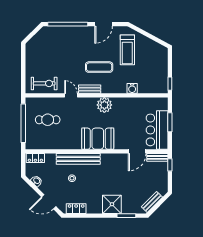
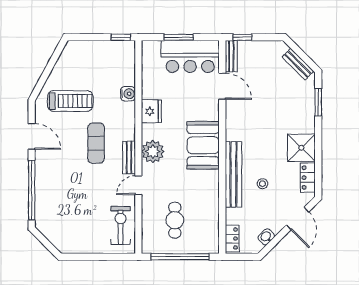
fridge: (120, 104) -> (151, 111), added
plant: (104, 105) -> (153, 152), moved
shower: (112, 204) -> (301, 148), moved

